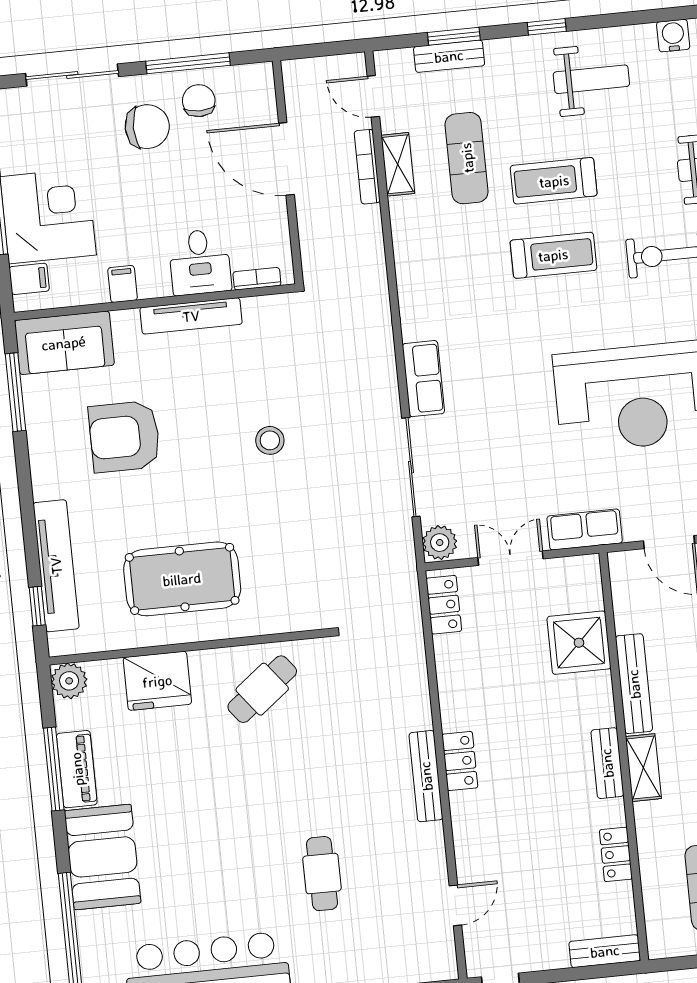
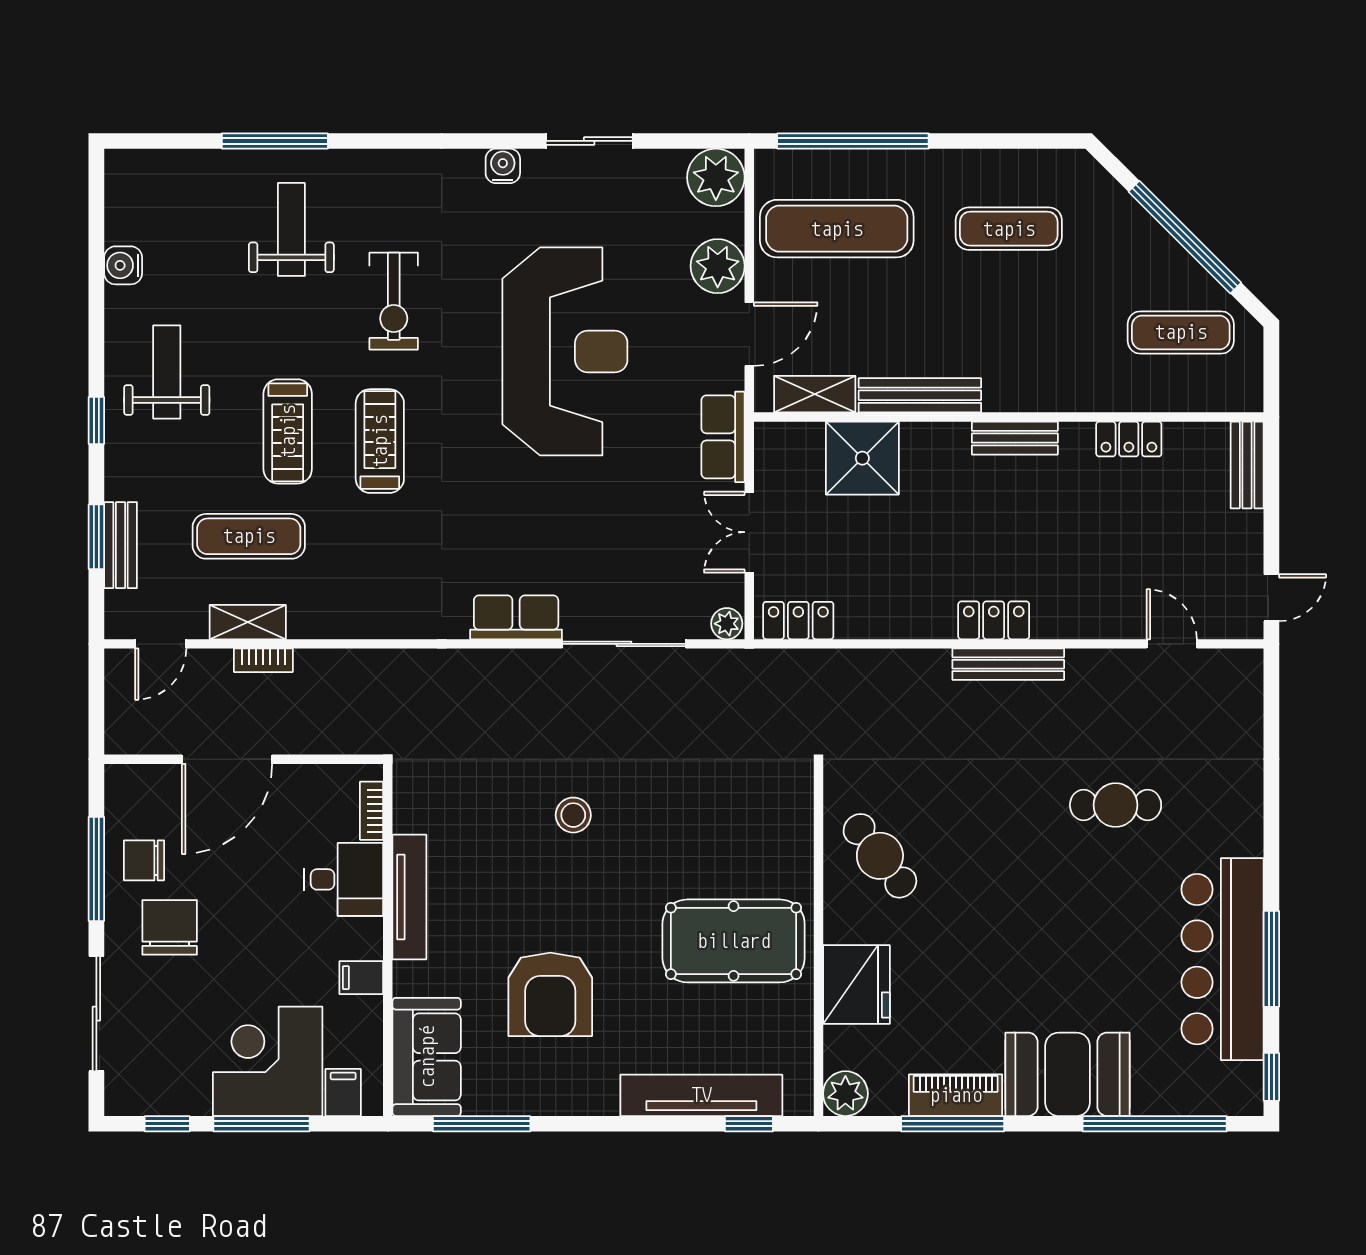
bookcase: (367, 167) -> (263, 660), width x0.64
plant: (440, 543) -> (727, 624), width x0.73, depth x0.73
pool table: (182, 579) -> (734, 941), turned 90
shelving: (643, 768) -> (815, 394), moved

